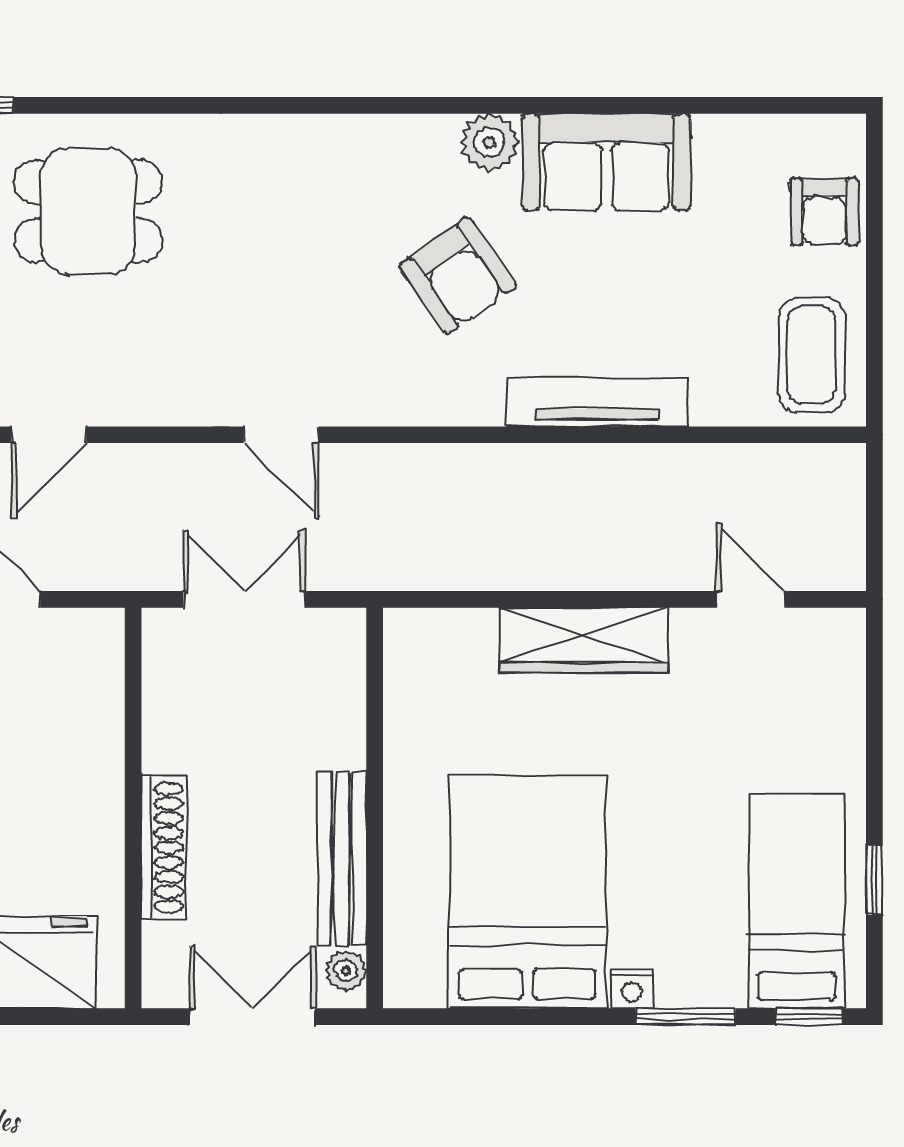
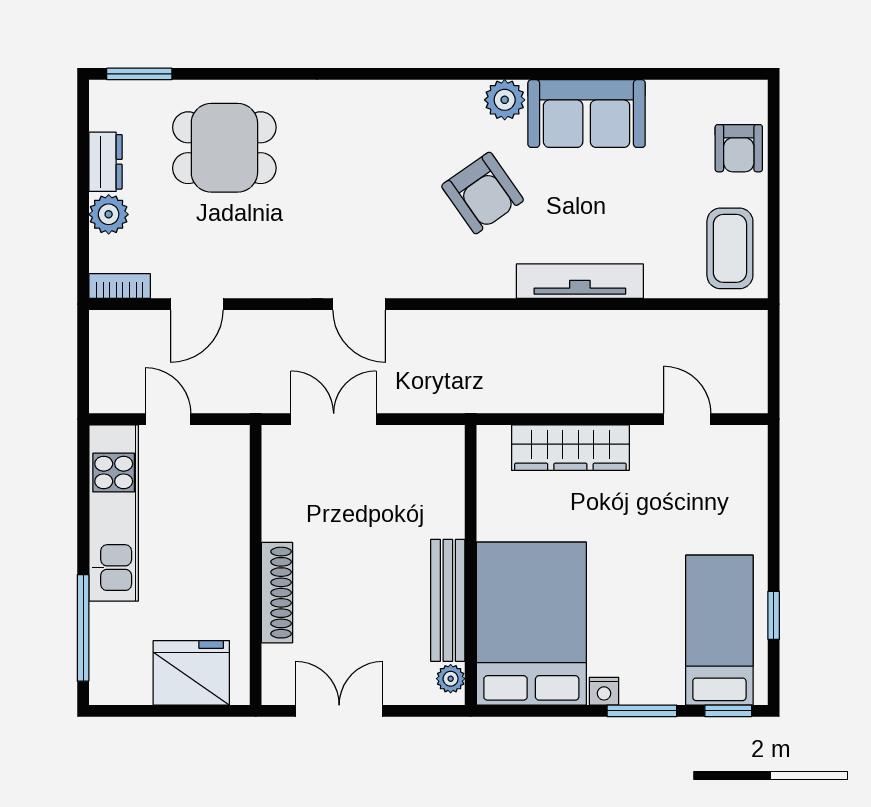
wall: (375, 808) -> (471, 565), moved
bench: (342, 859) -> (448, 600), moved
plant: (346, 971) -> (451, 679), moved

